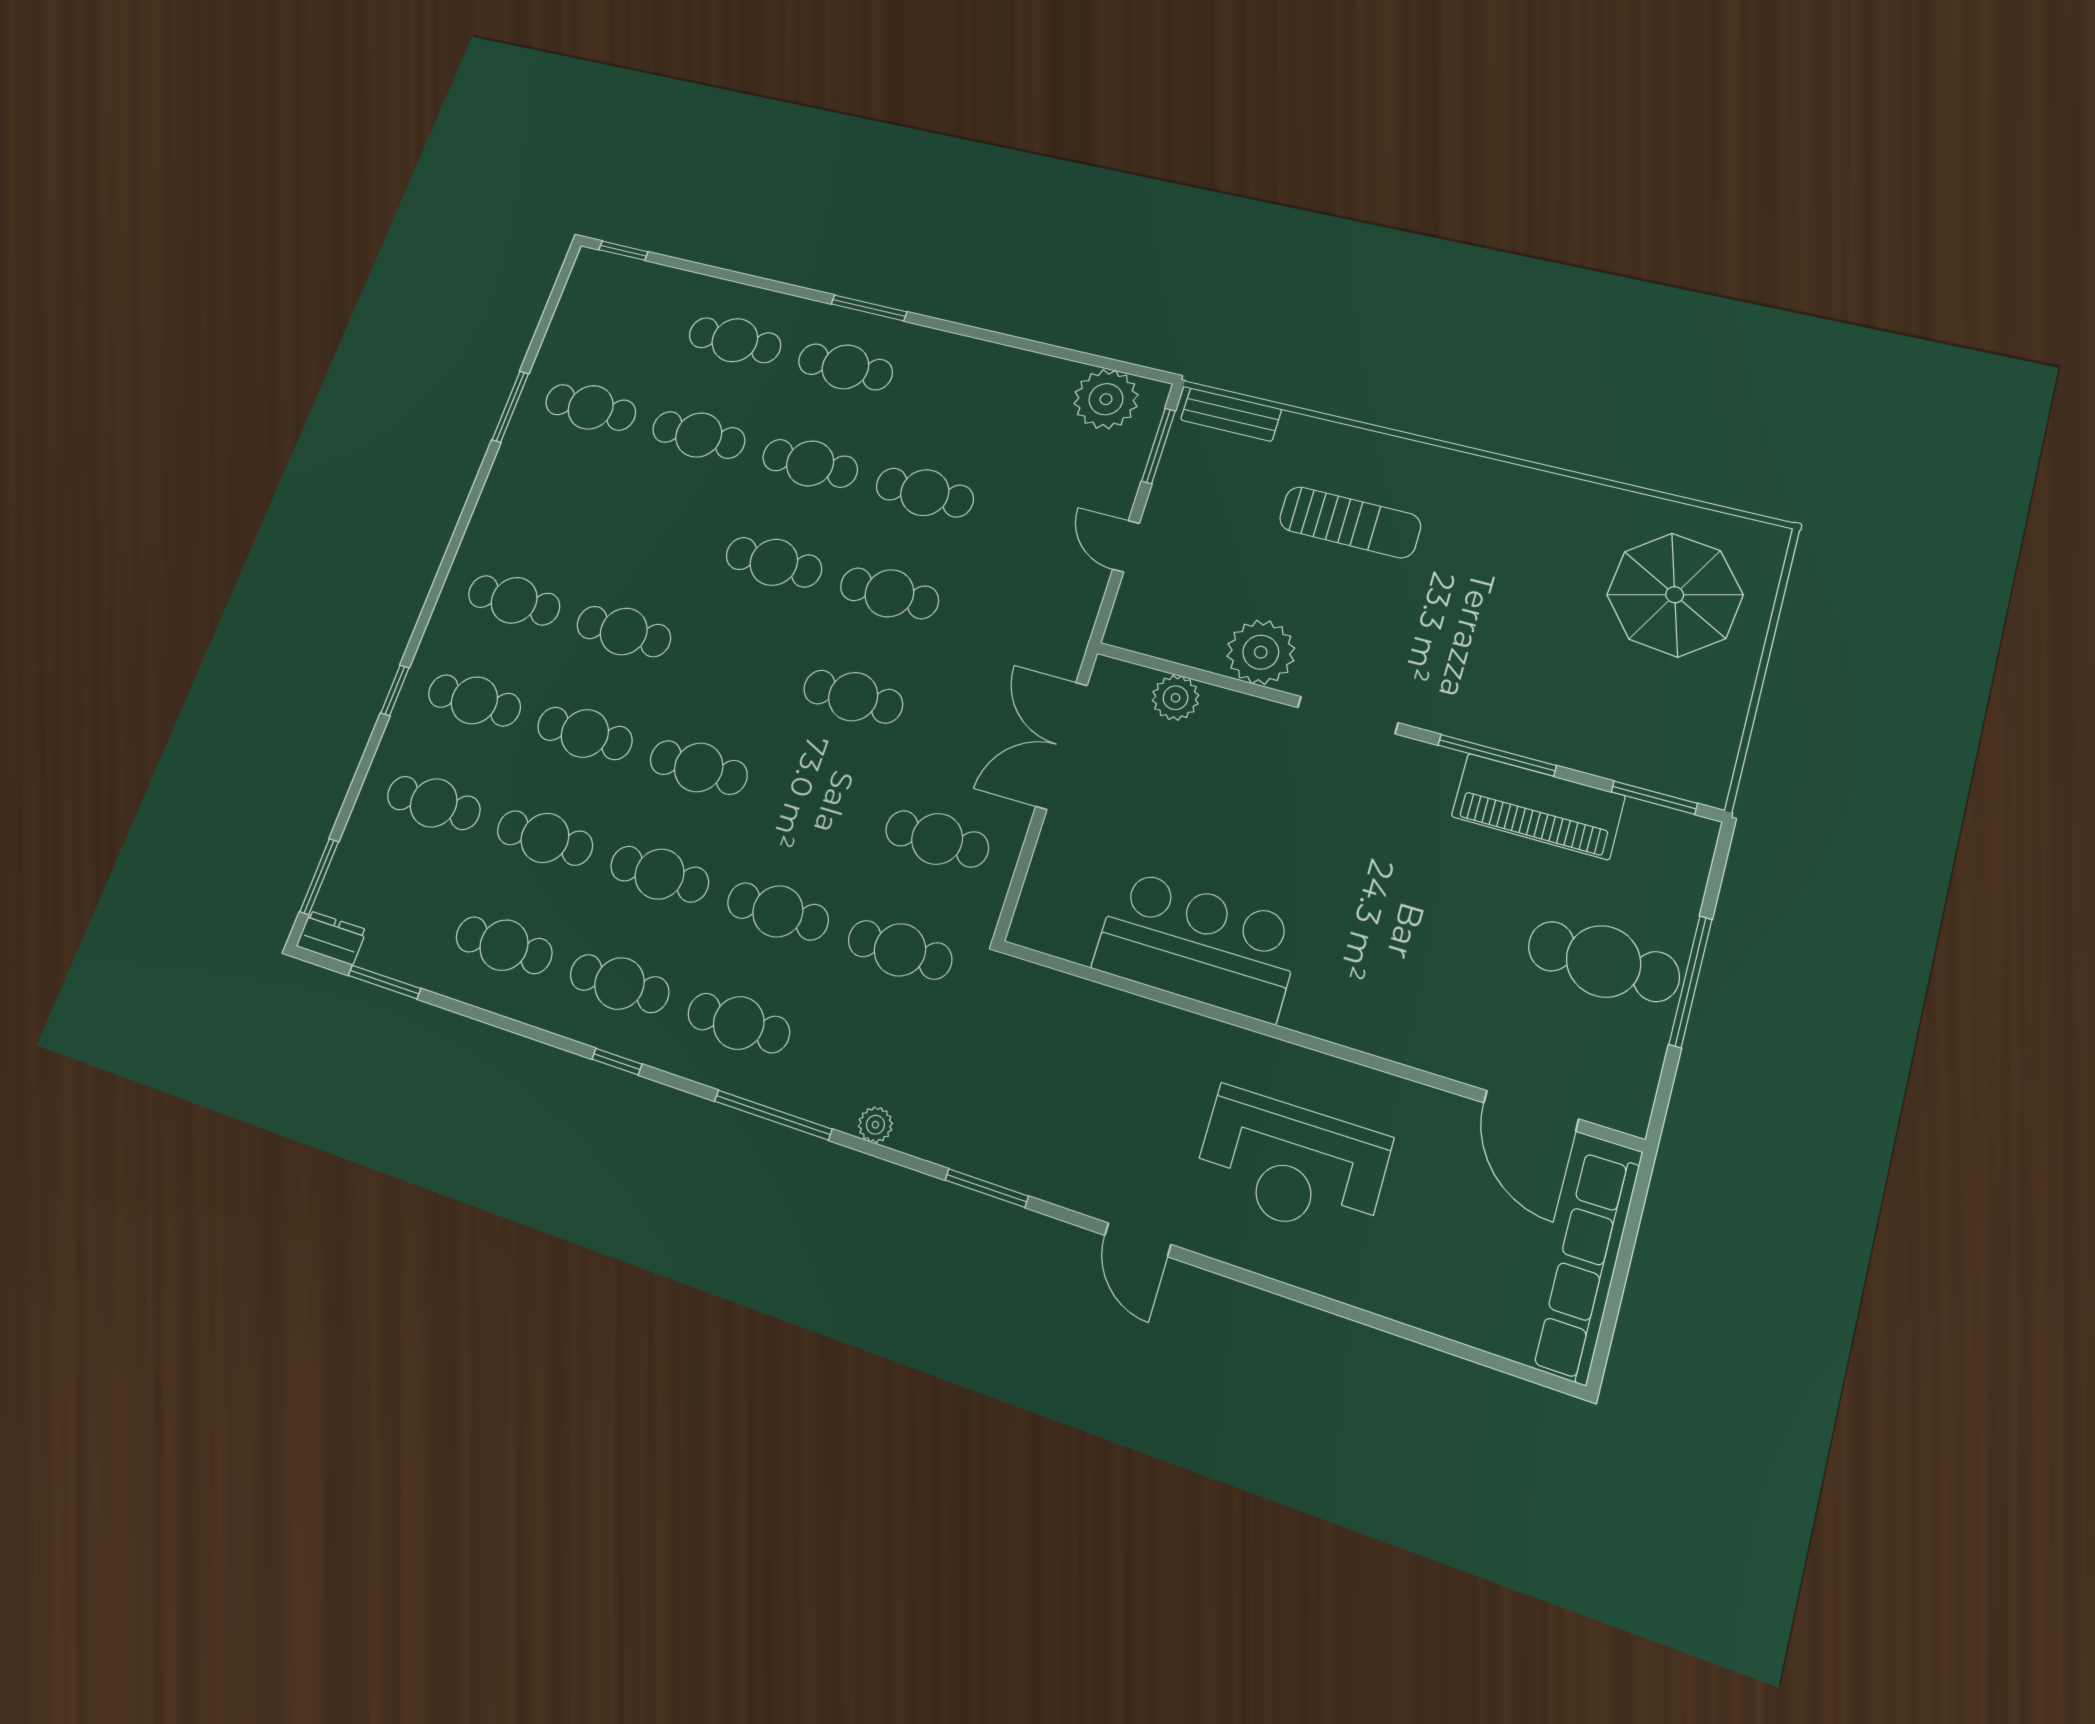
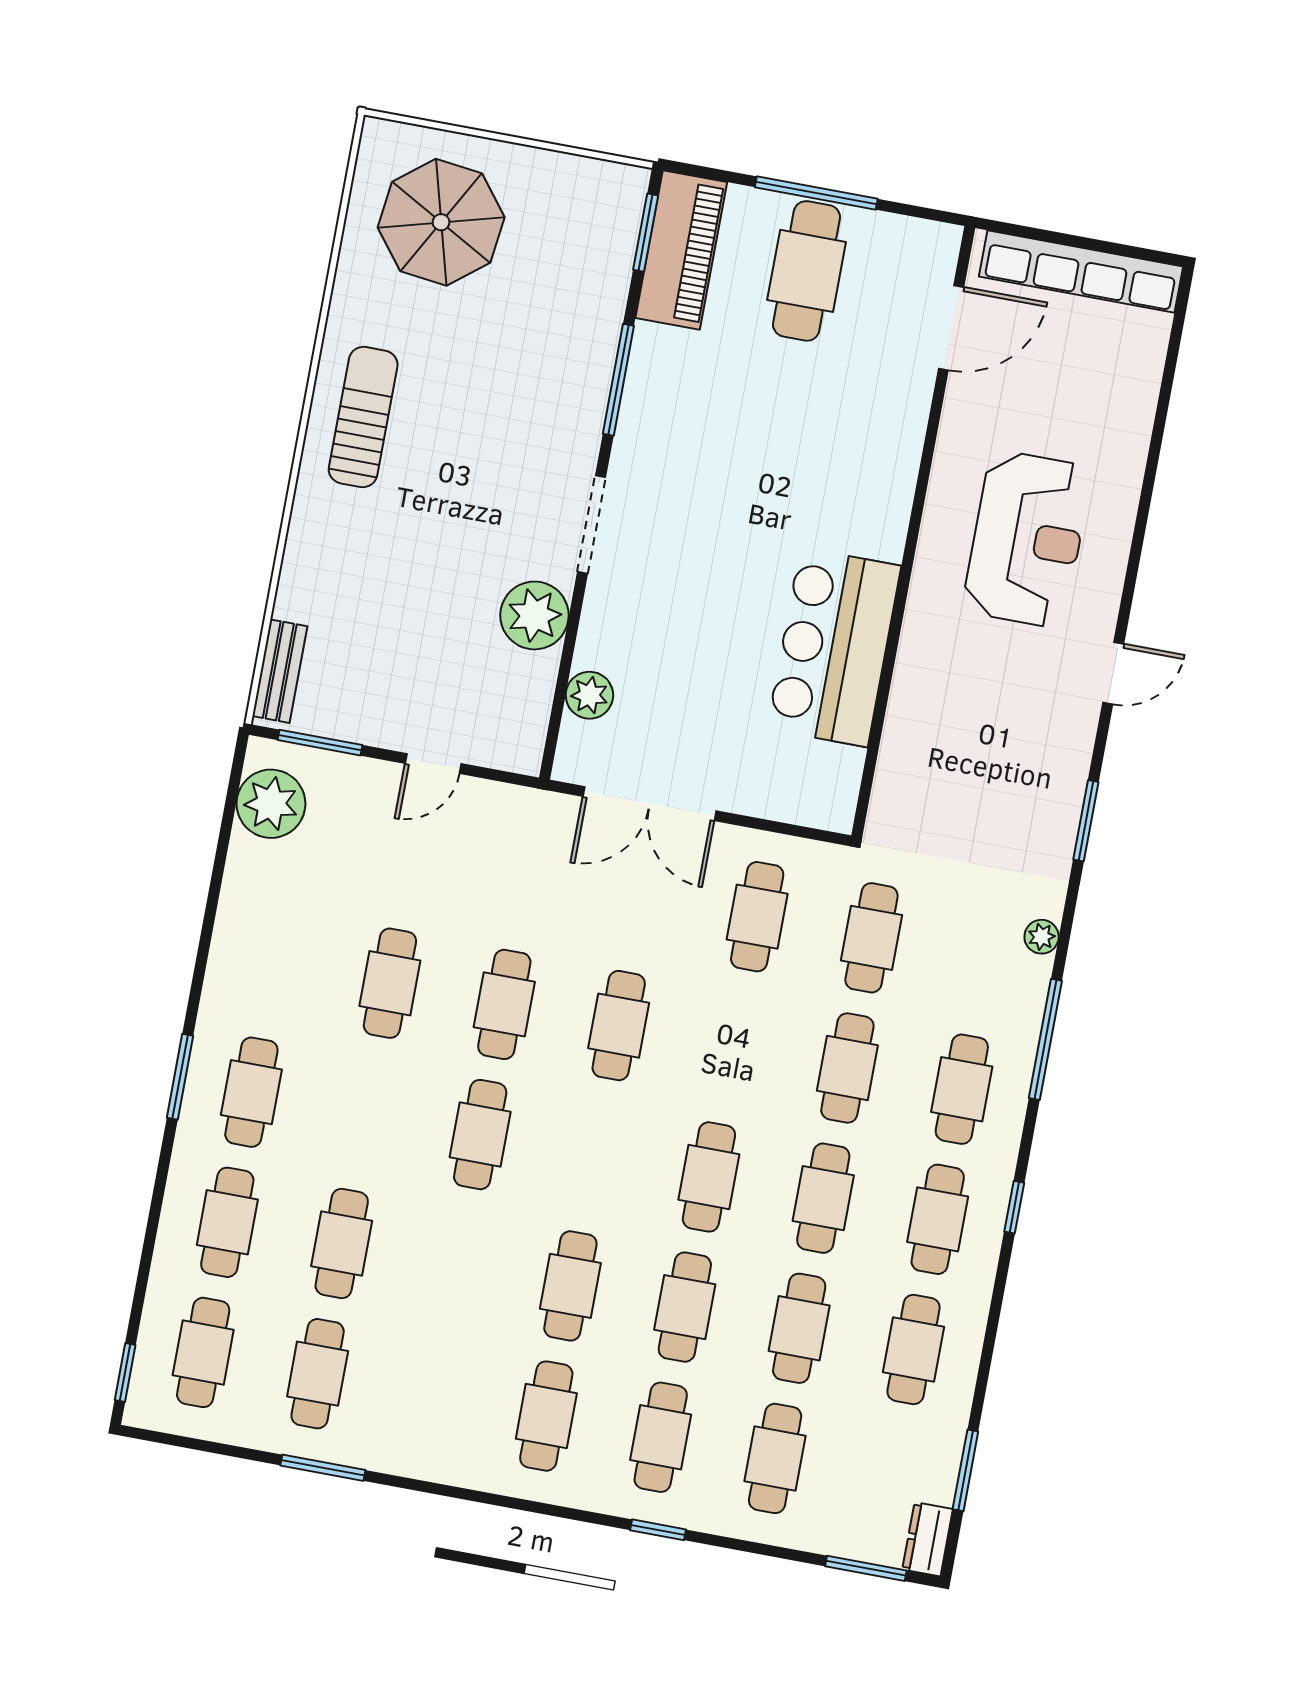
cafe table: (810, 463) -> (203, 1352), moved
sun lounger: (1350, 522) -> (363, 417), moved
piano: (1538, 806) -> (681, 250), moved

